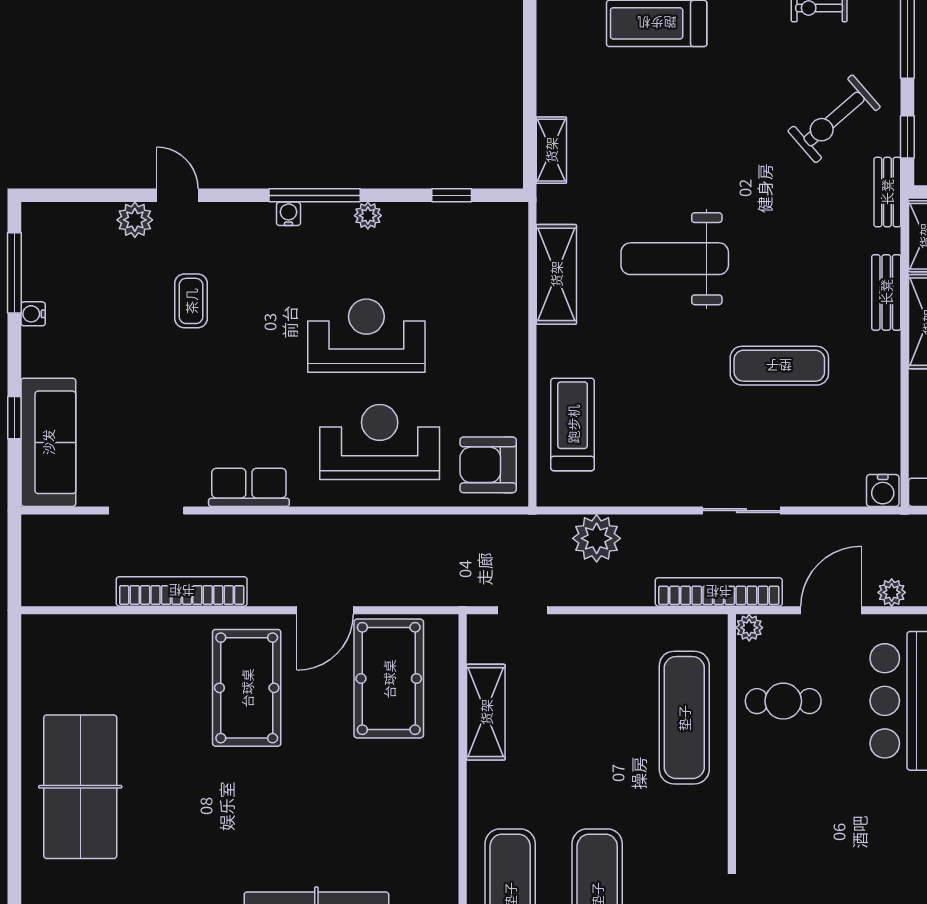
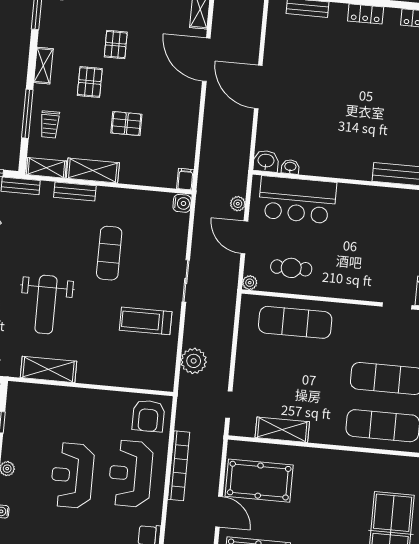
treadmill: (573, 424) -> (146, 321), moved
bookcase: (719, 592) -> (179, 466), moved, turned 180
cafe table: (783, 701) -> (291, 268), turned 90

